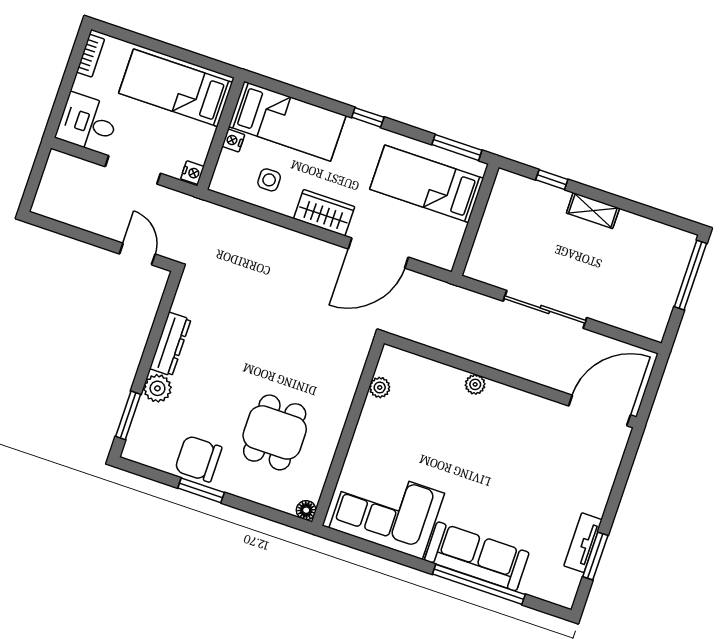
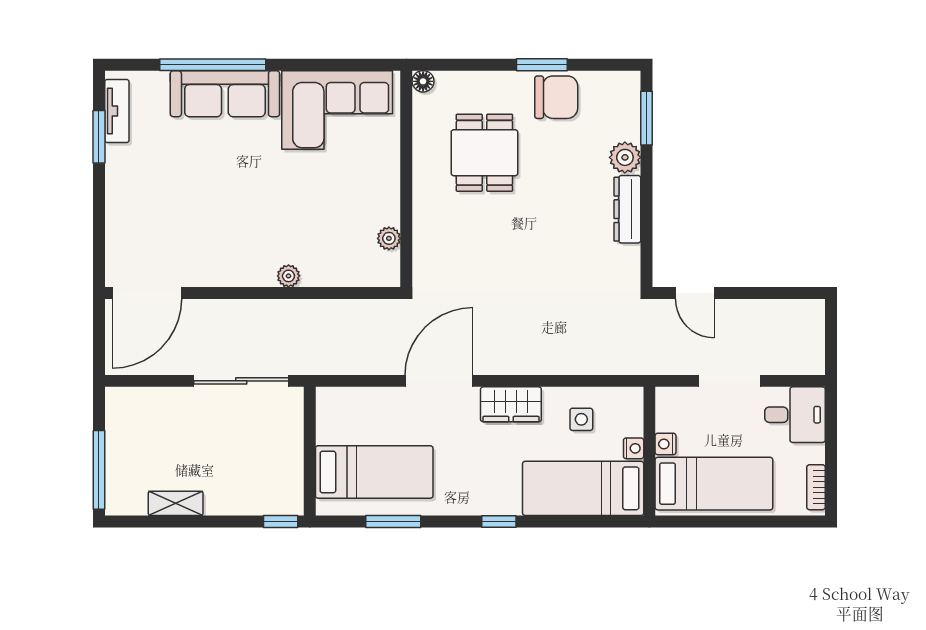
nightstand: (192, 173) -> (665, 444), moved
bed: (427, 184) -> (374, 472), moved
shelving: (593, 211) -> (176, 503), moved
wall: (475, 220) -> (310, 451), moved
tv unit: (583, 543) -> (117, 111), moved

